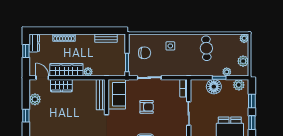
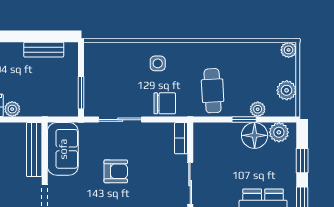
cafe table: (206, 48) -> (213, 91), moved
chair: (145, 53) -> (165, 103), moved
floor lamp: (214, 87) -> (255, 135), moved

